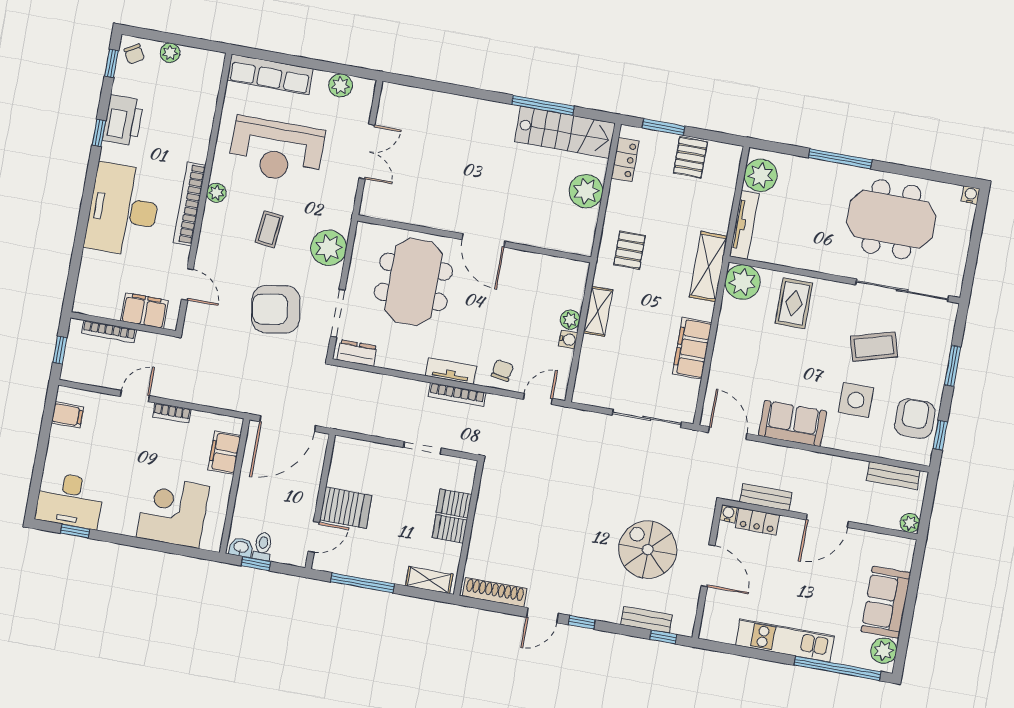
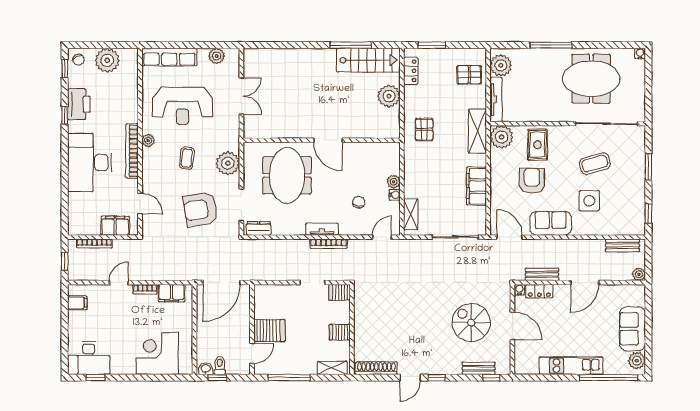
plant: (170, 53) -> (107, 60), width x1.88, depth x1.88
pallet: (690, 157) -> (469, 75), moved, turned 90
shelving: (598, 311) -> (411, 214), moved
chair: (502, 371) -> (359, 202), moved
armchair: (915, 419) -> (532, 181), moved
filing cabinet: (224, 453) -> (172, 293), moved, turned -90
server rack: (454, 503) -> (340, 292), moved

